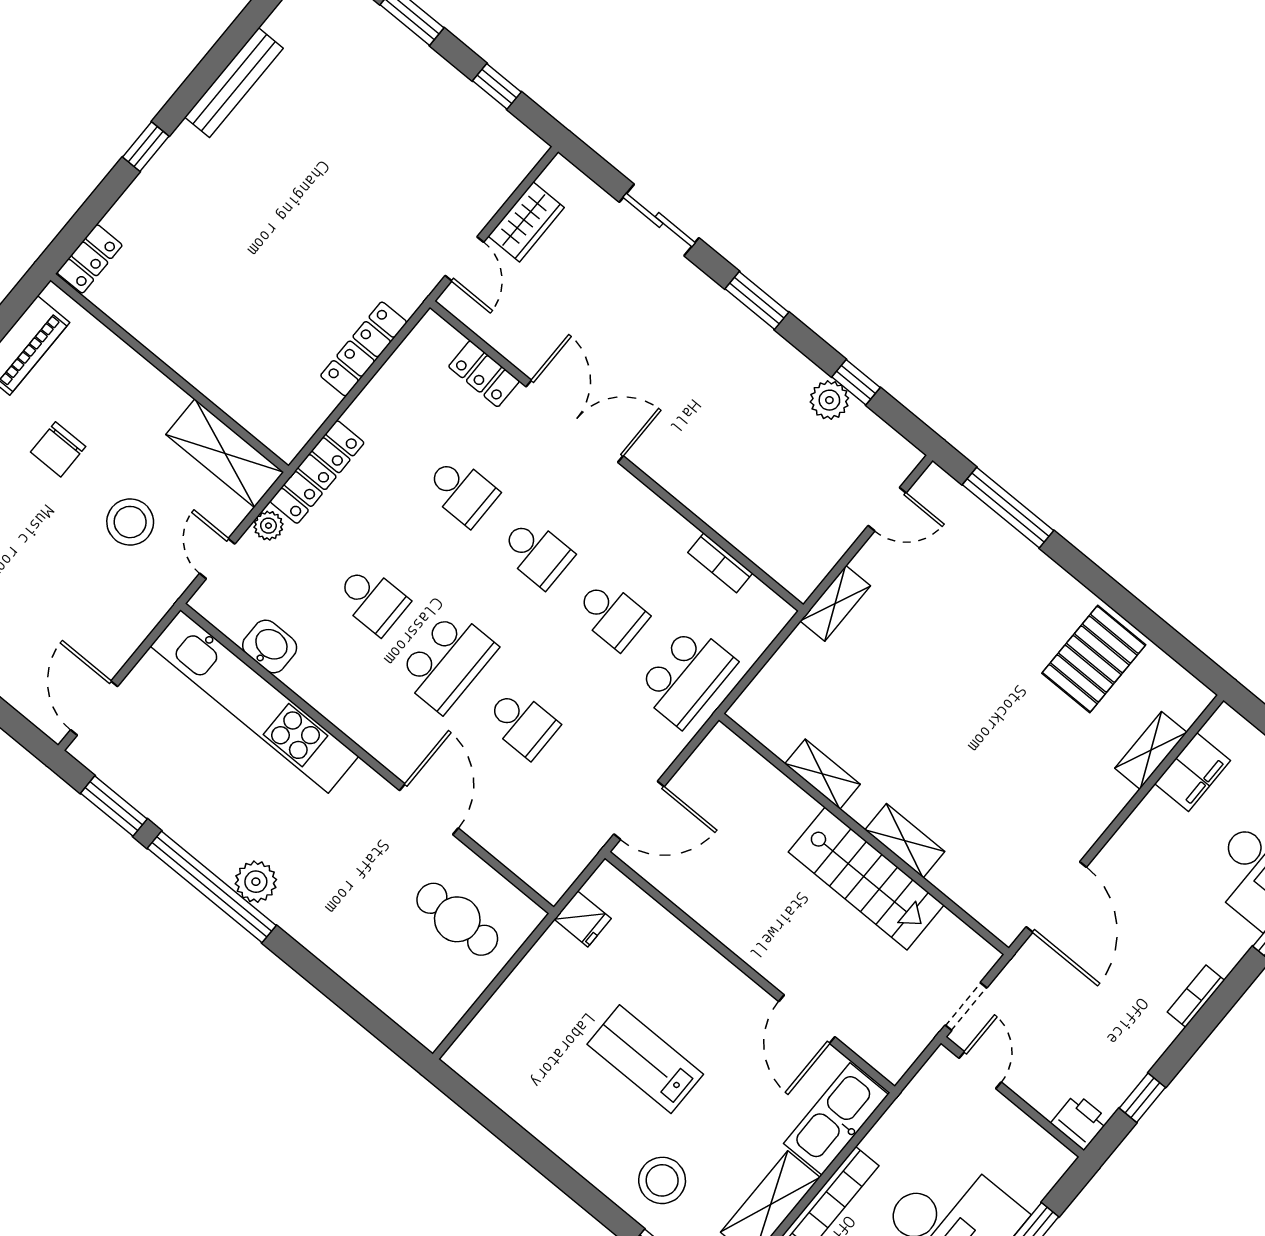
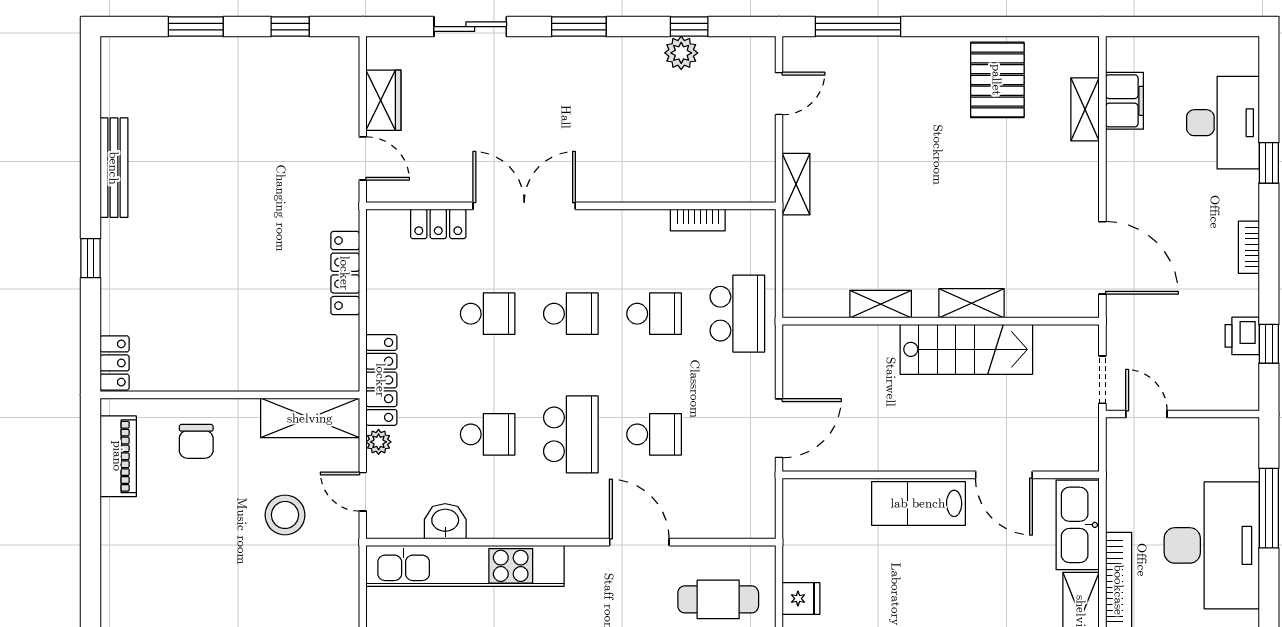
chair: (58, 449) -> (196, 441), moved
fridge: (583, 919) -> (801, 599), moved
lab bench: (645, 1059) -> (918, 503), moved
printer: (1080, 1122) -> (1242, 336), moved, turned -90

